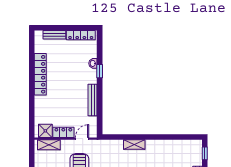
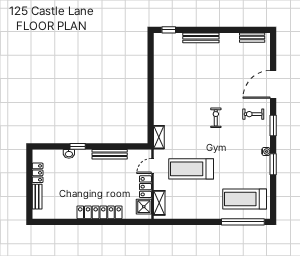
locker: (81, 35) -> (38, 173), width x0.66
locker: (40, 74) -> (99, 212), moved
door: (82, 139) -> (152, 166), hinge flipped
shelving: (134, 144) -> (159, 137), moved

